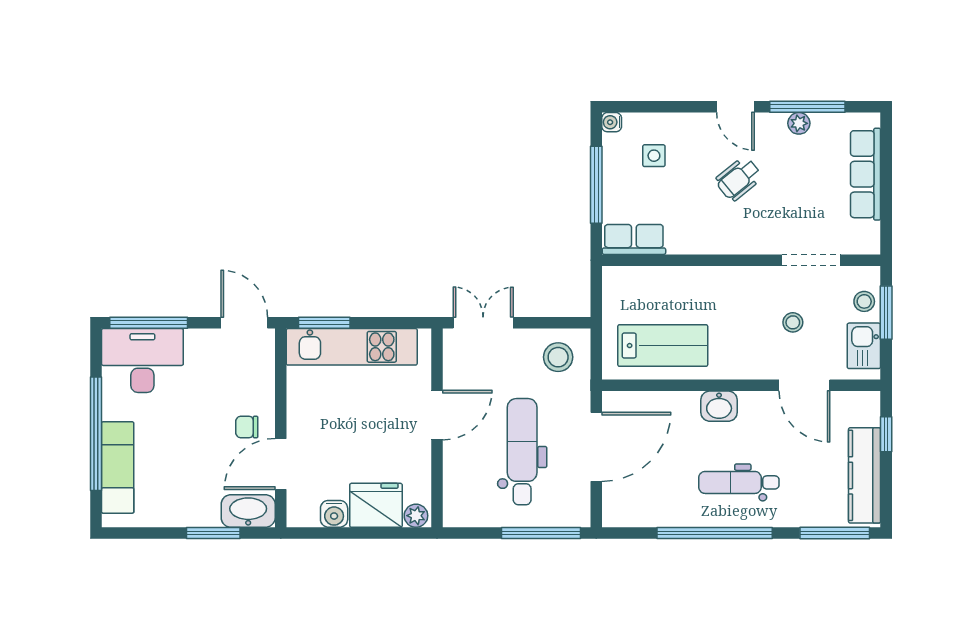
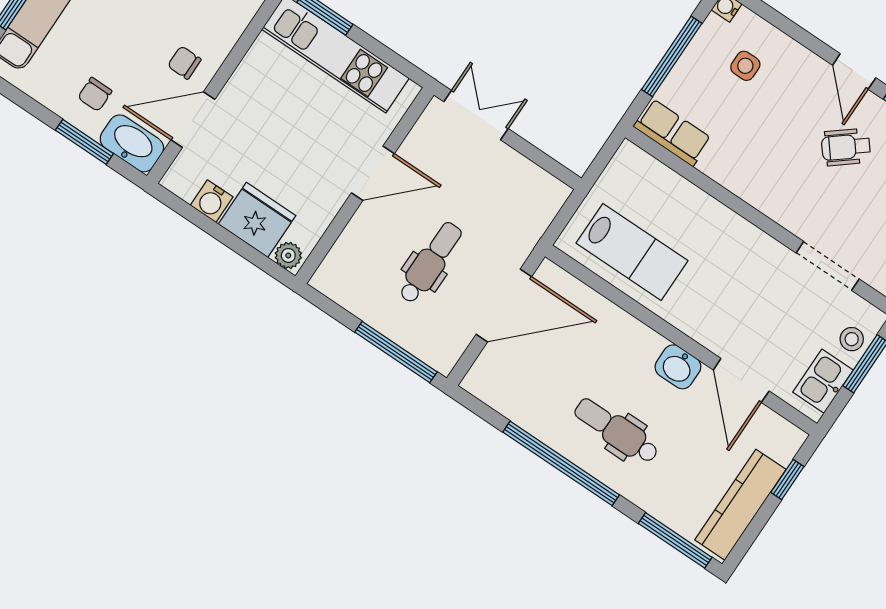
wheelchair: (739, 179) -> (846, 147), moved
stool: (793, 322) -> (770, 313), removed
stool: (558, 357) -> (525, 196), removed
washbasin: (719, 406) -> (678, 367), moved
dental chair: (522, 452) -> (430, 263), width x0.73, depth x0.72
chair: (197, 494) -> (95, 94), added

